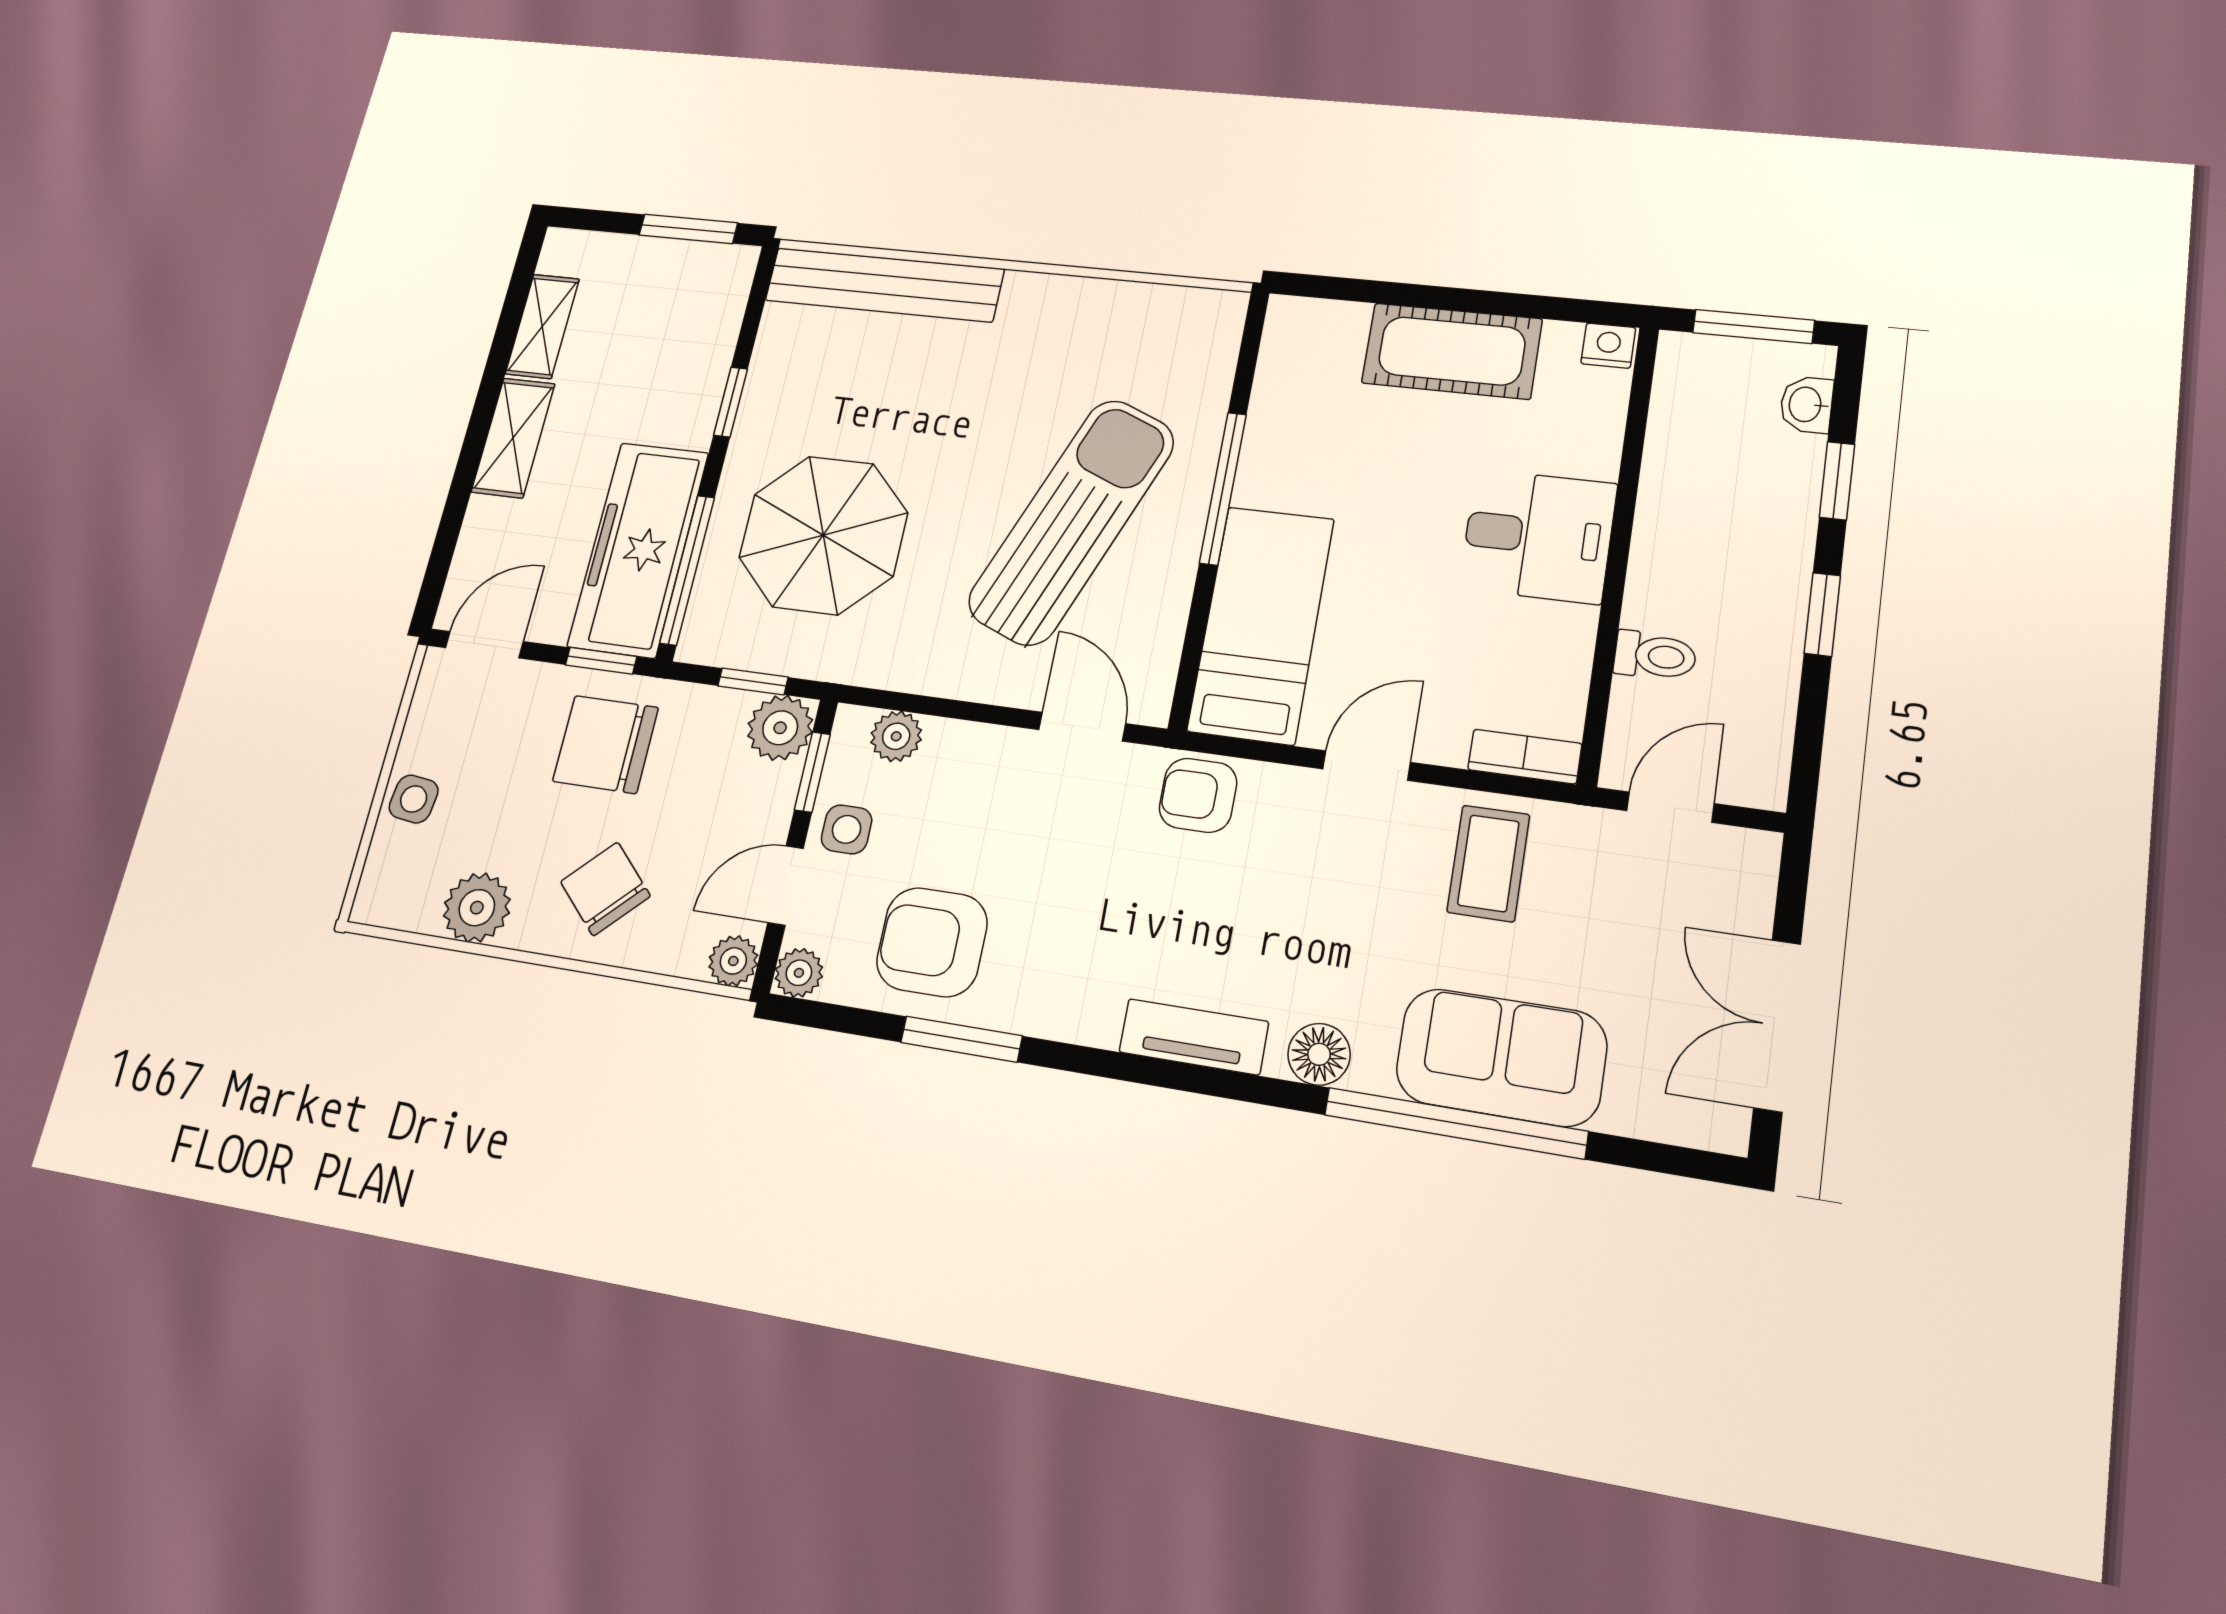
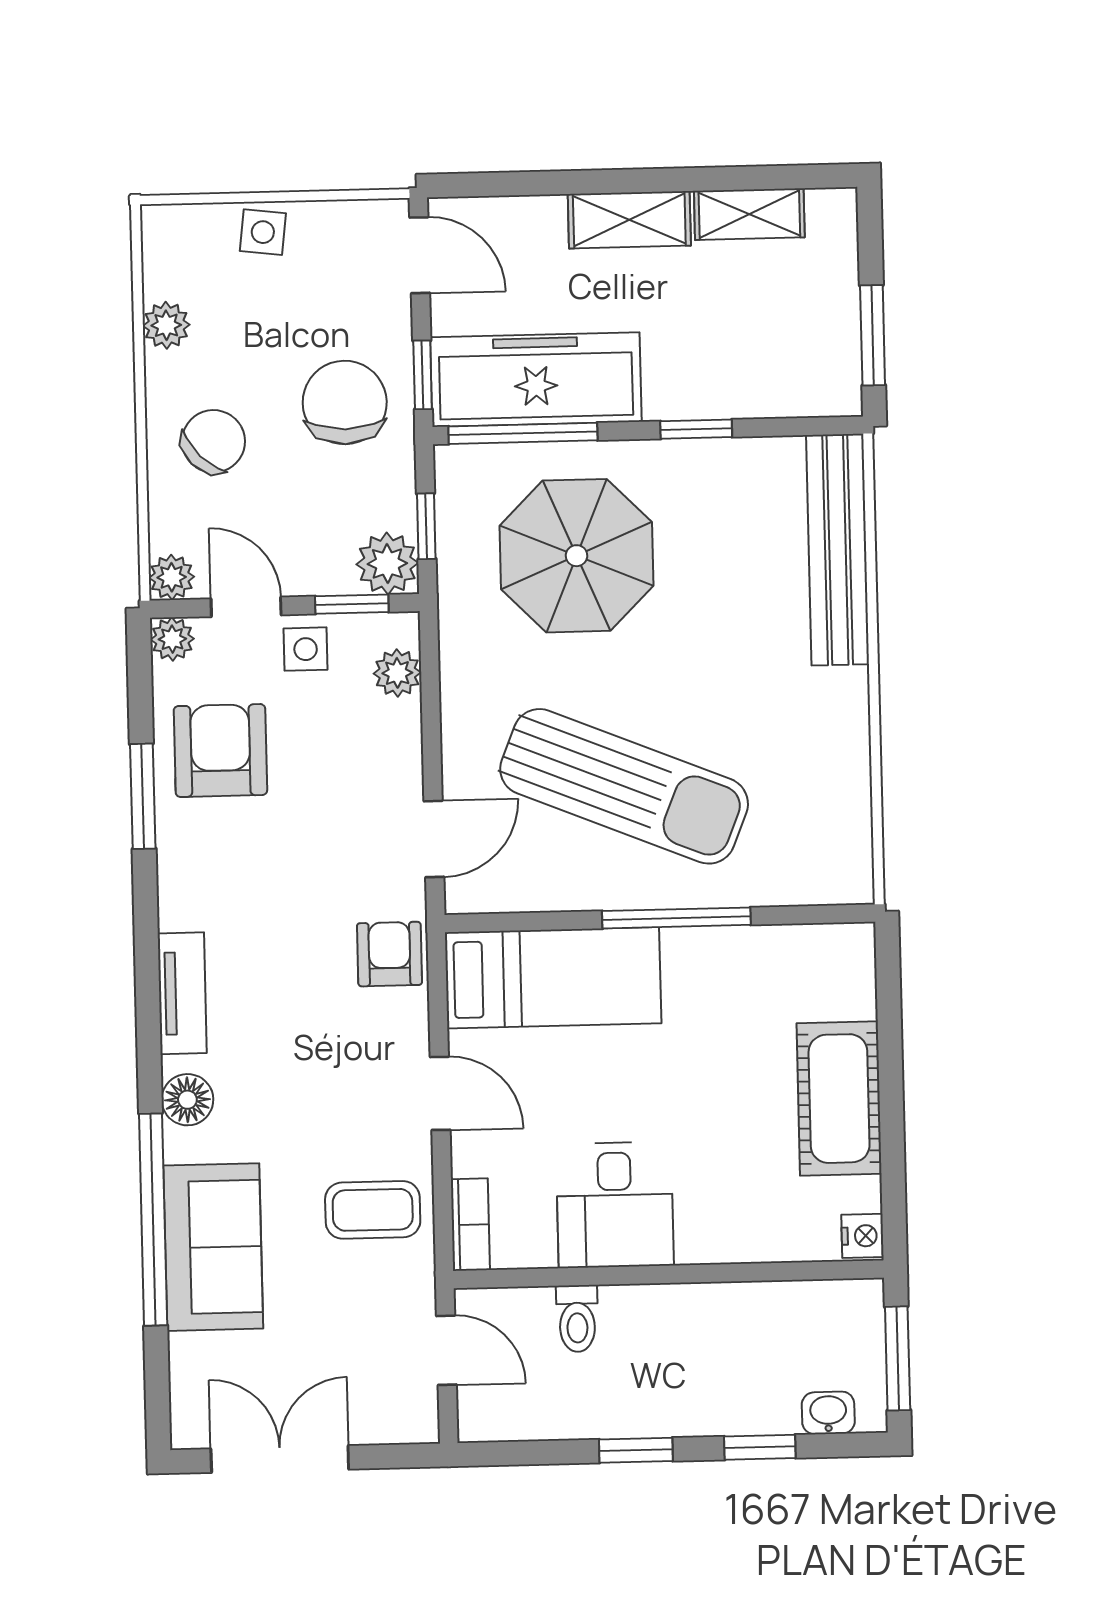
desk: (1538, 536) -> (615, 1205), moved
plant: (477, 908) -> (166, 325), width x0.73, depth x0.73

